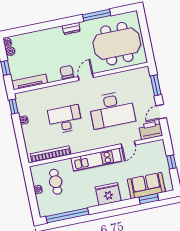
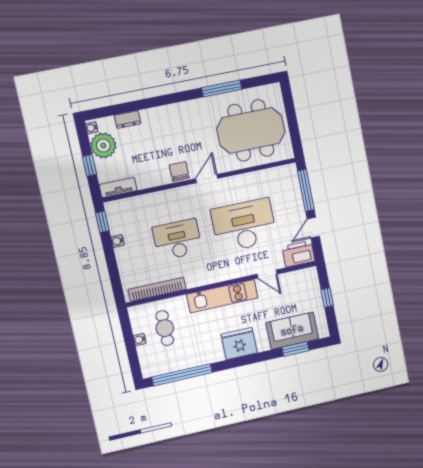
dresser: (71, 28) -> (128, 119), moved
plant: (10, 51) -> (103, 145), width x1.88, depth x1.88
tv unit: (30, 82) -> (118, 188), width x0.71
window: (156, 85) -> (306, 190), width x1.44
desk: (112, 110) -> (244, 225), turned 180
door: (128, 144) -> (267, 274), hinge flipped

